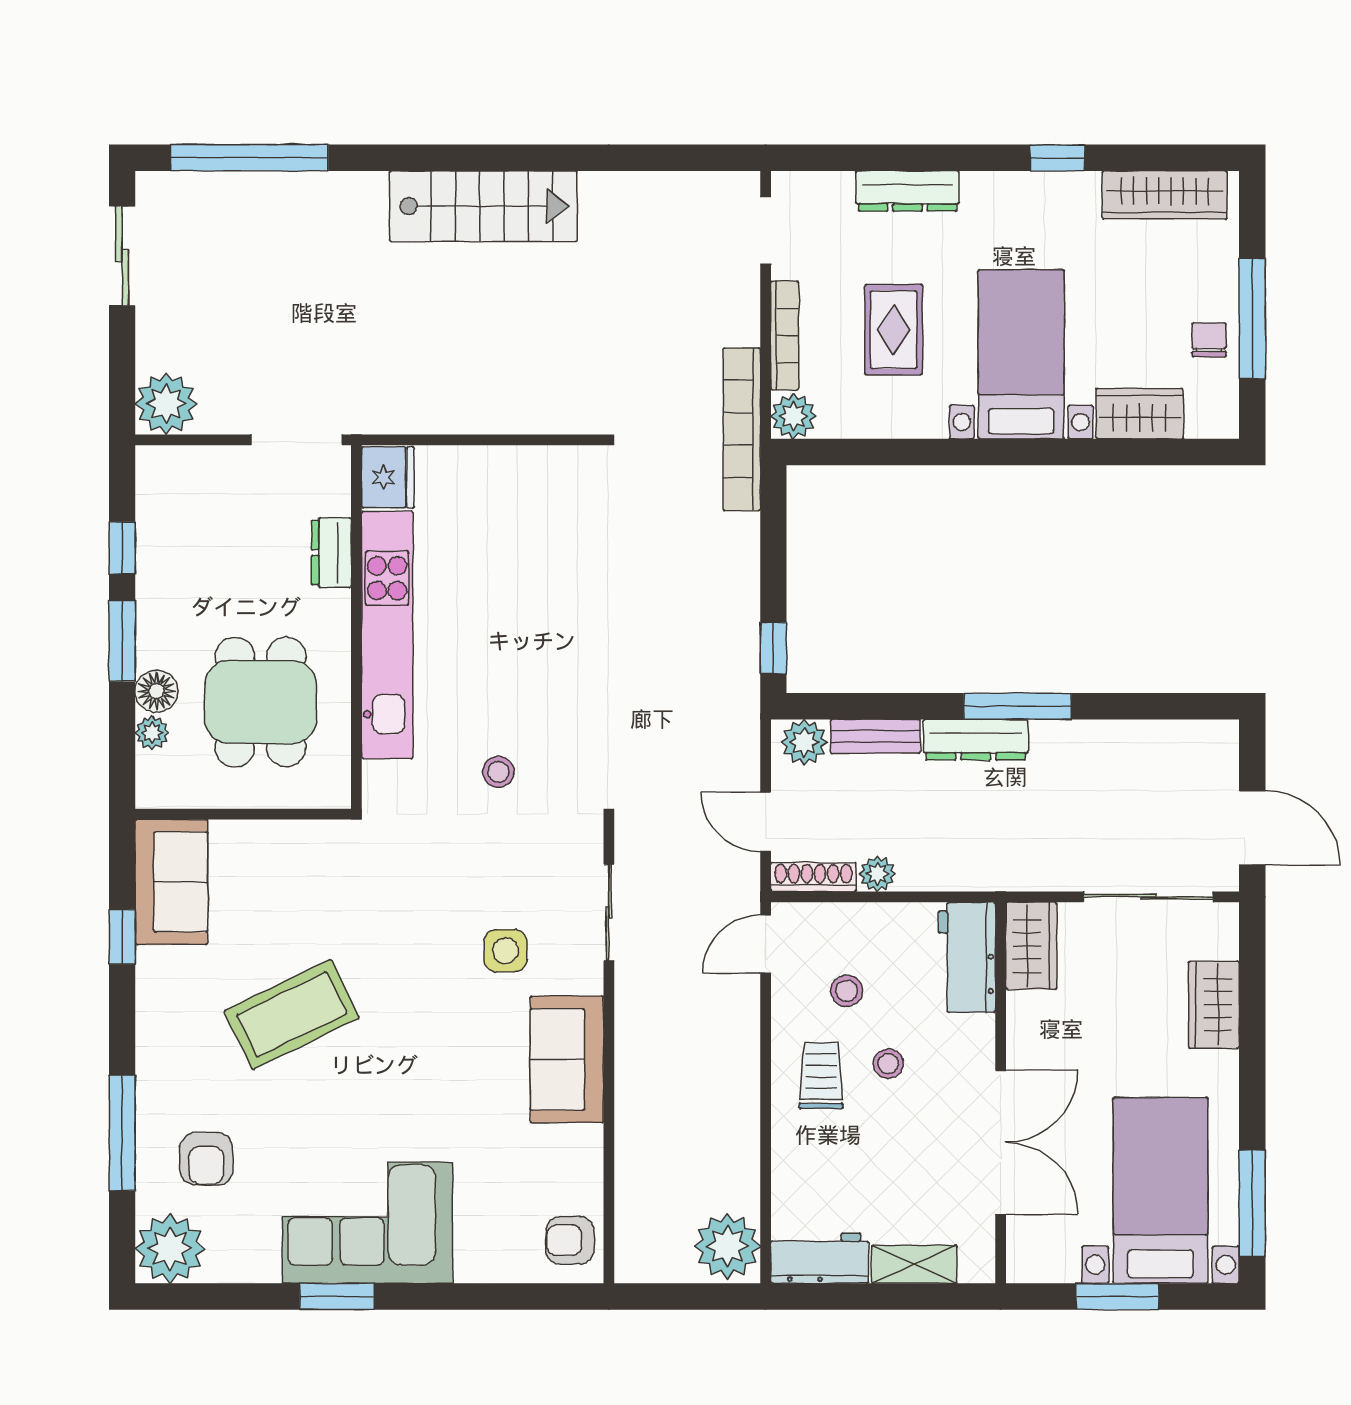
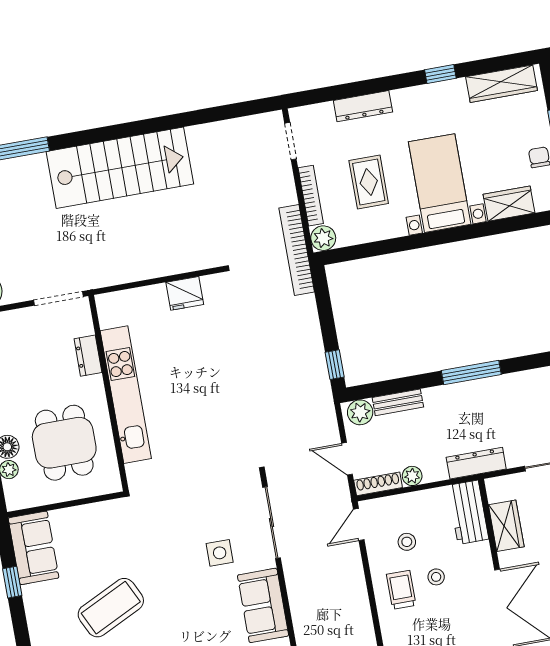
stairs: (483, 206) -> (120, 168), width x1.36, depth x1.51
fridge: (388, 477) -> (185, 293), moved, turned 90
dresser: (976, 740) -> (476, 463), moved, turned 180
stool: (498, 772) -> (199, 457), removed
sliding door: (609, 913) -> (272, 522), width x1.37
wardrobe: (1031, 946) -> (506, 526), moved

